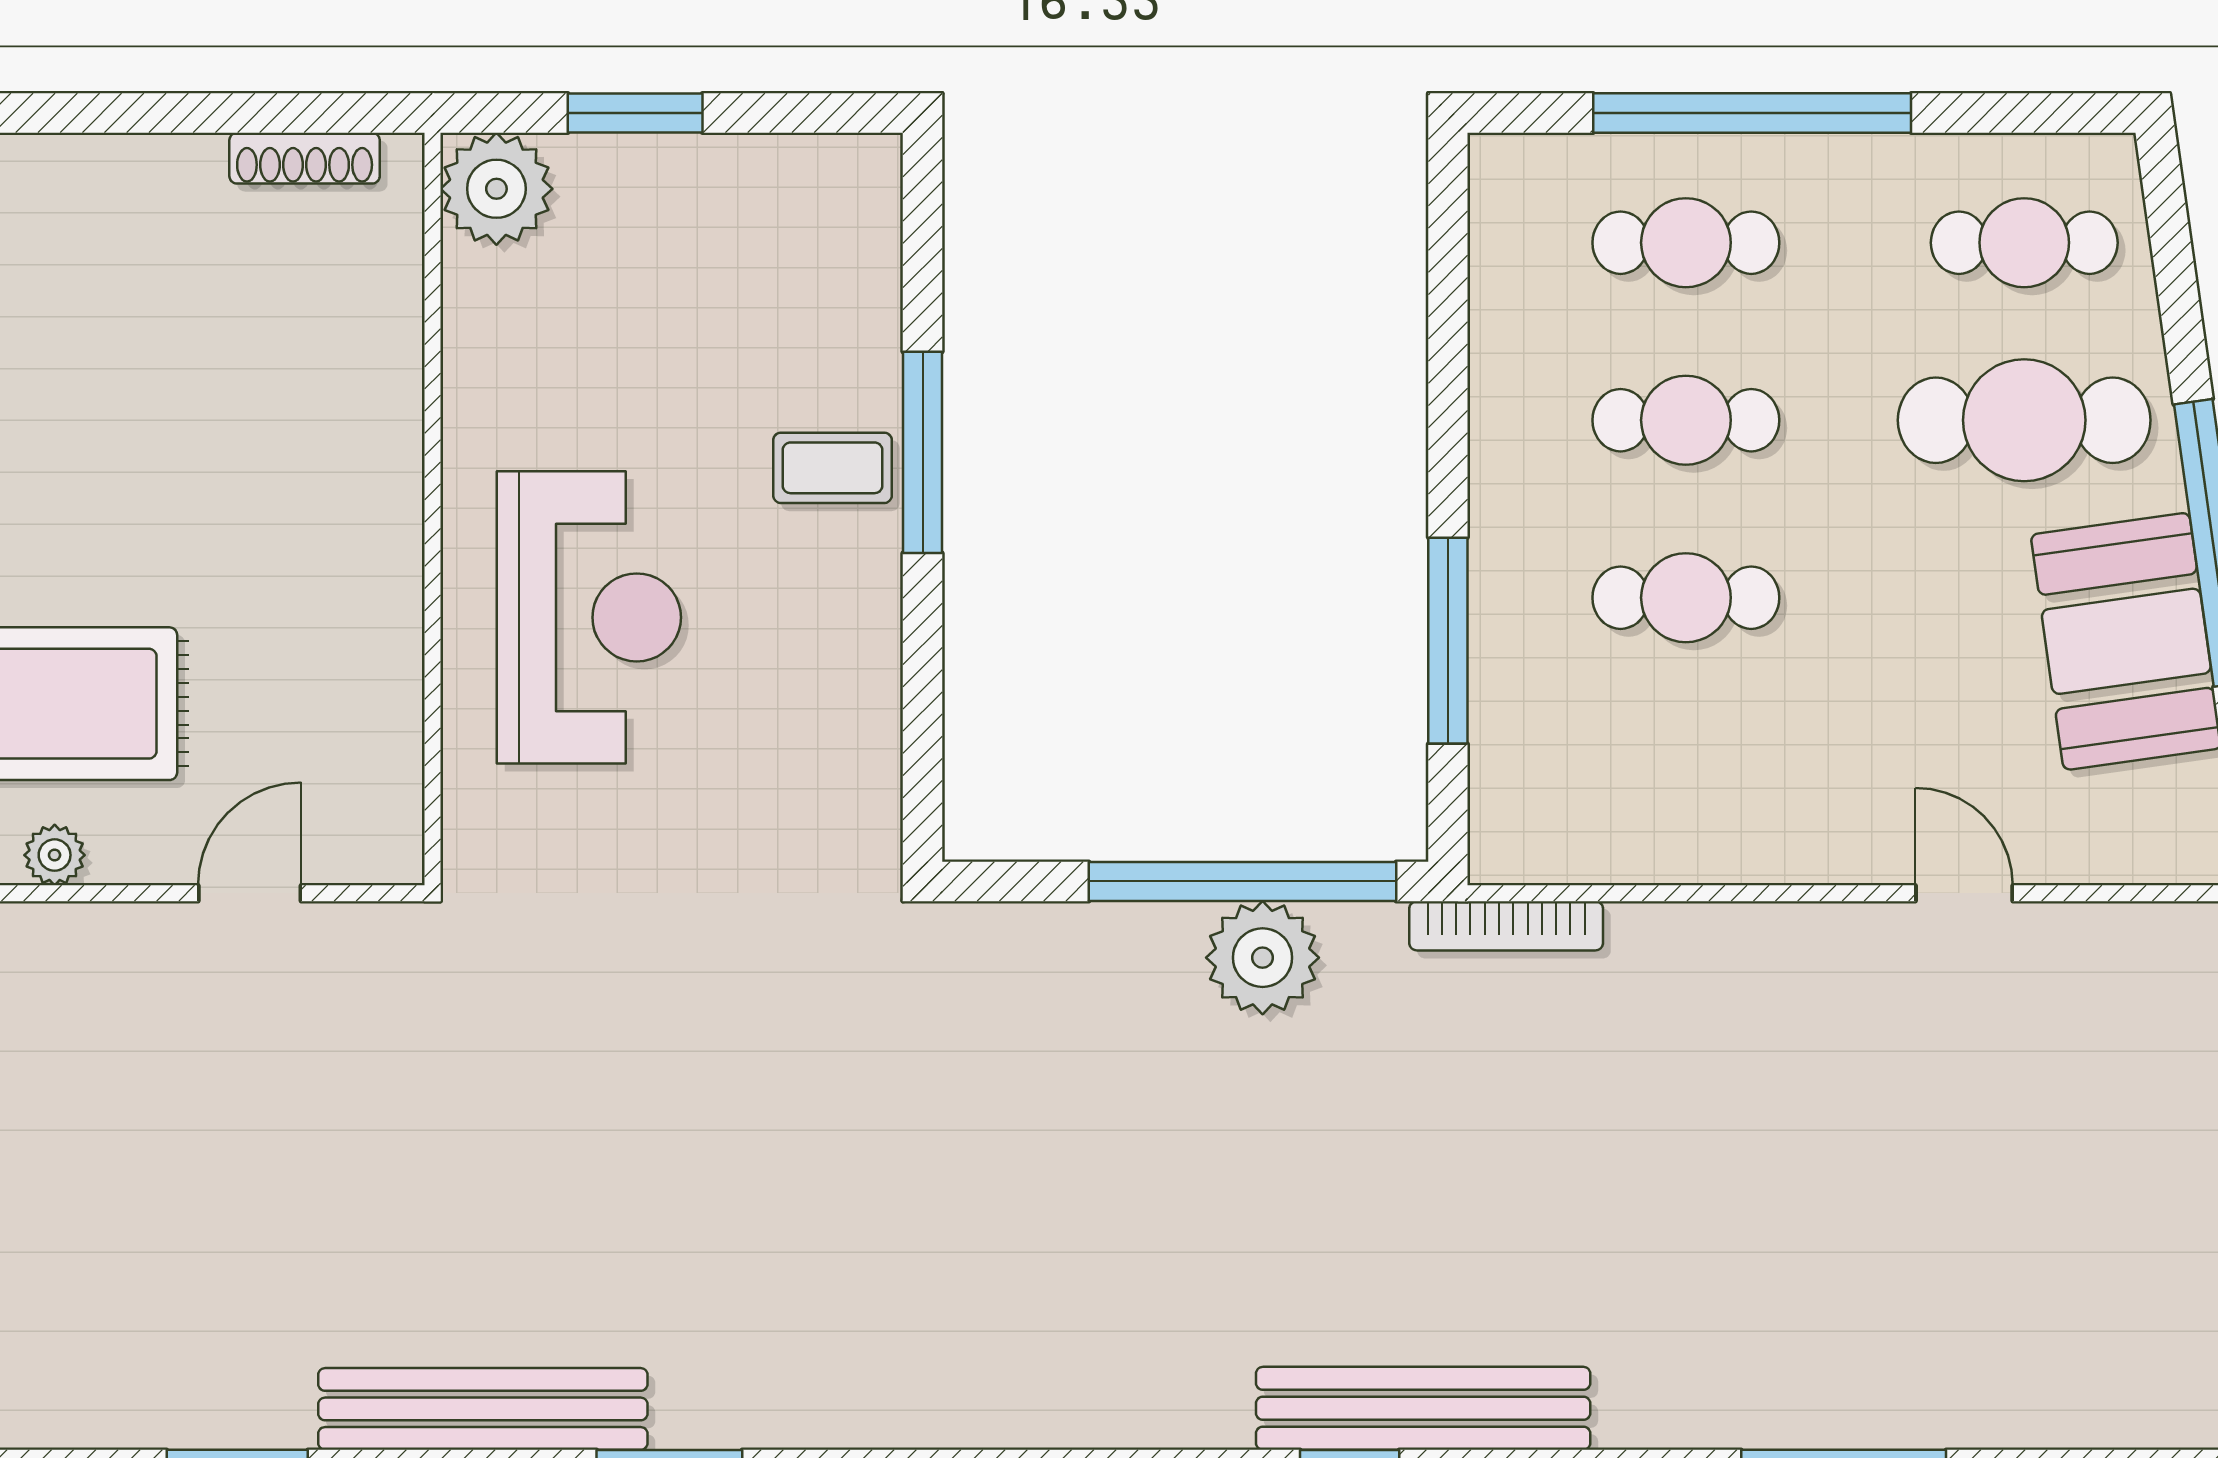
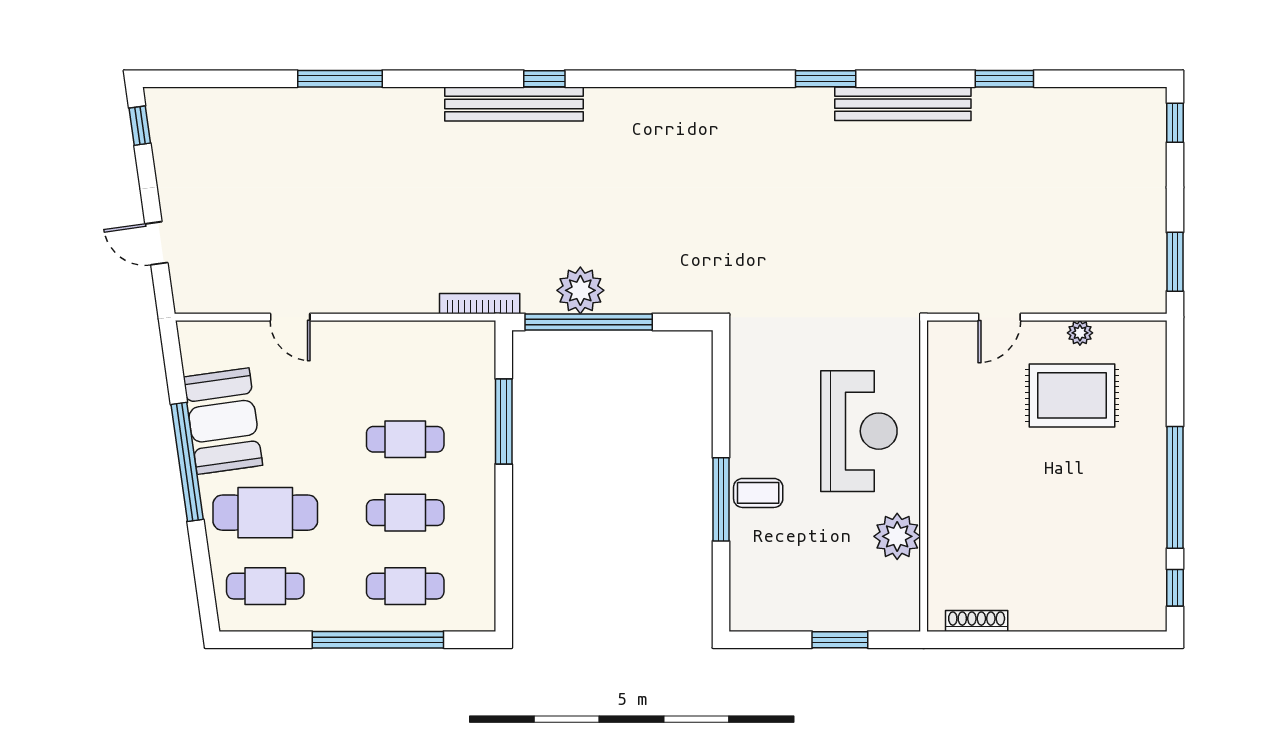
plant: (496, 189) -> (897, 536), moved
reception desk: (589, 617) -> (859, 431), turned 180

